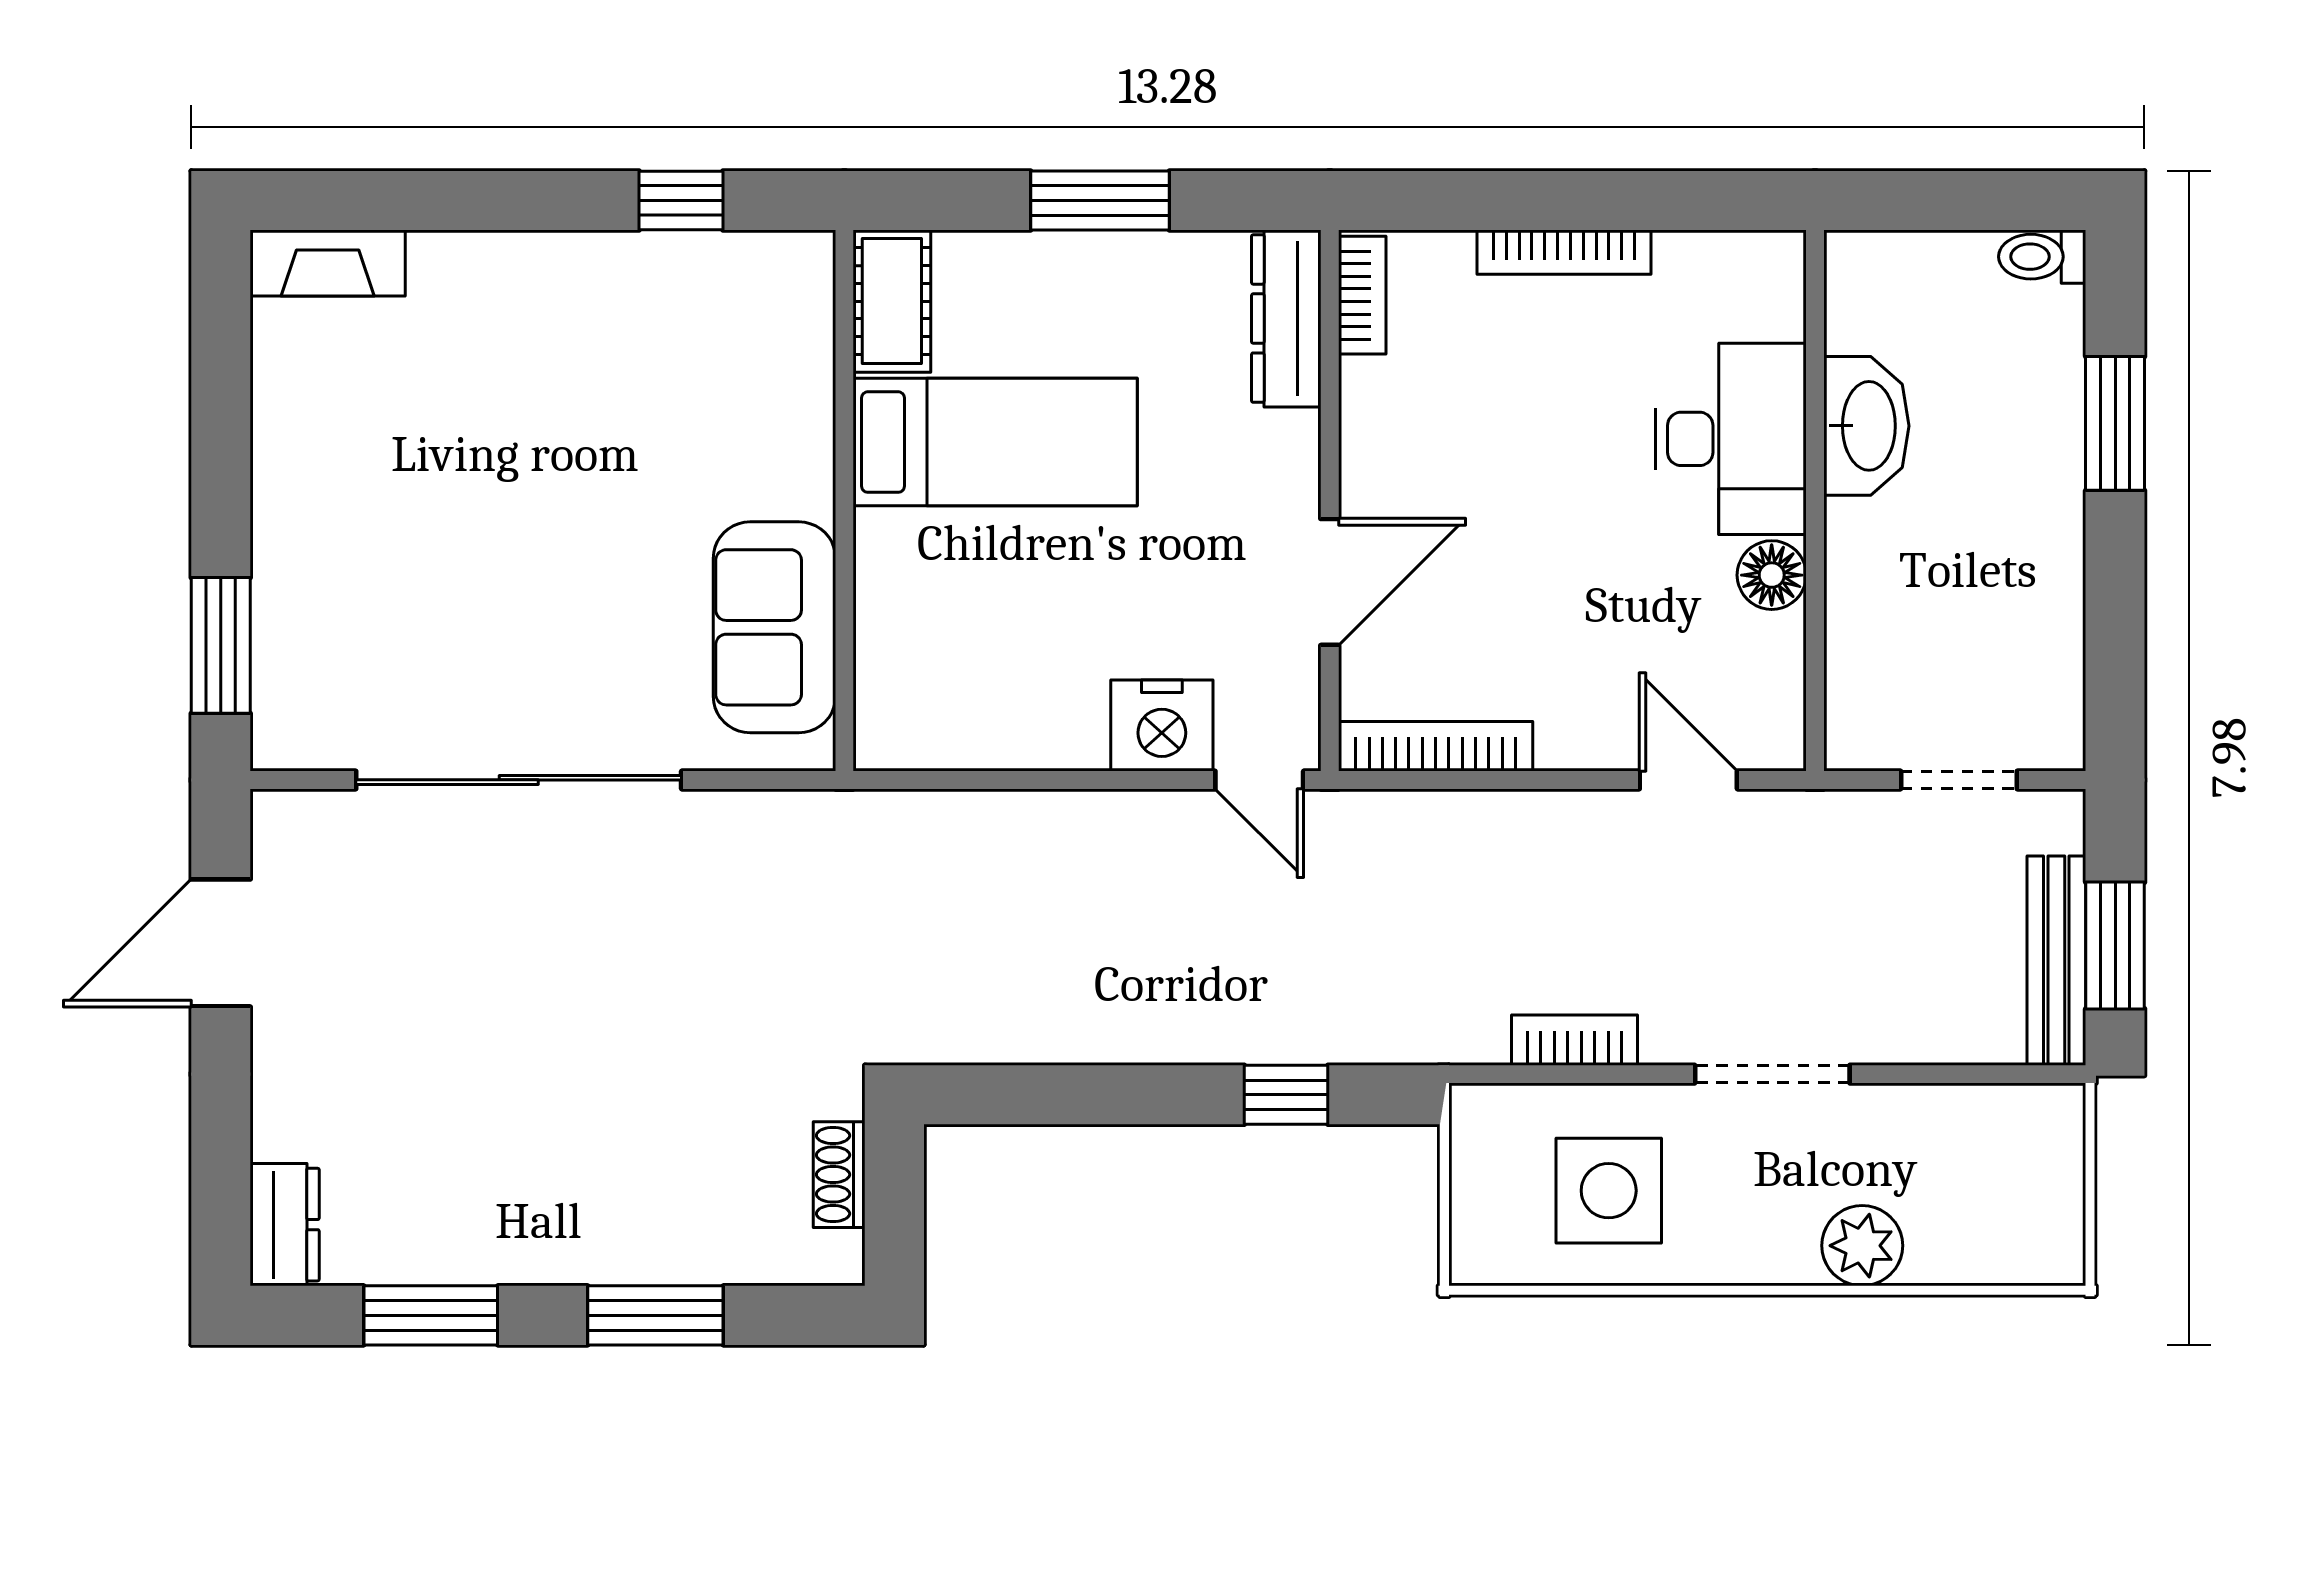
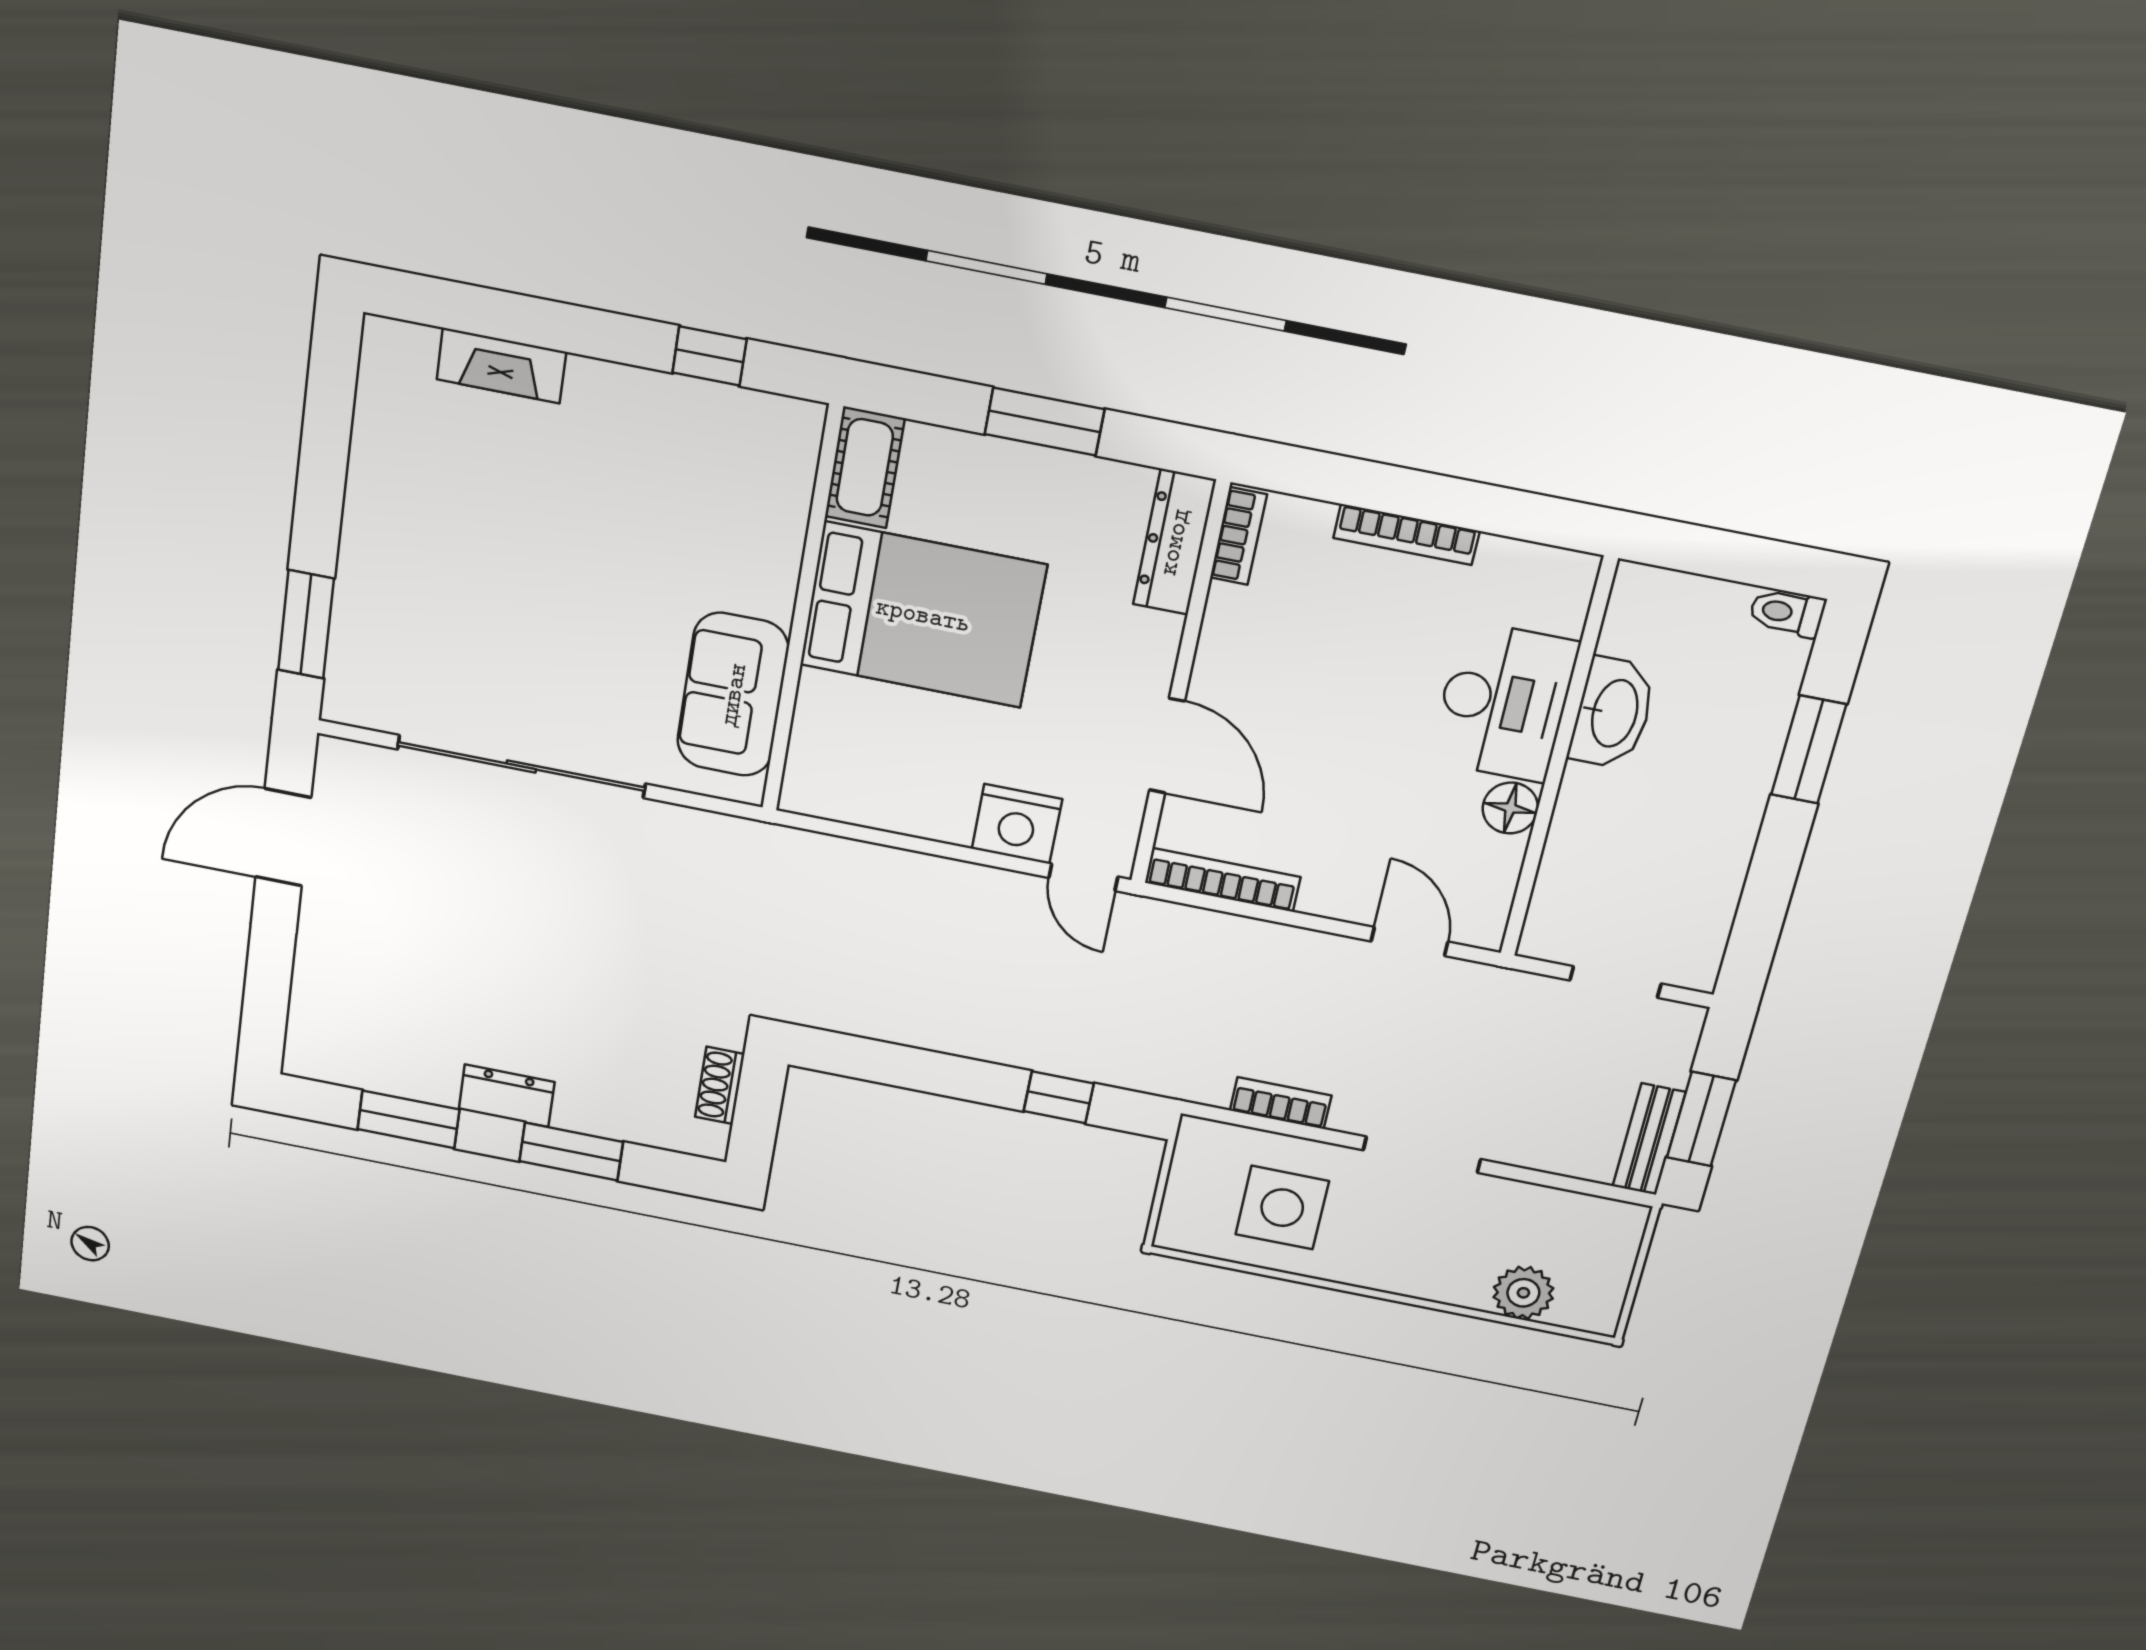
fireplace: (328, 263) -> (501, 366), moved
bed: (995, 442) -> (923, 615), width x1.50
door: (1330, 582) -> (1167, 746), hinge flipped
bench: (2056, 961) -> (1649, 1139), width x0.73
dresser: (285, 1225) -> (507, 1096), moved, turned -90
plant: (1862, 1246) -> (1523, 1293), moved

